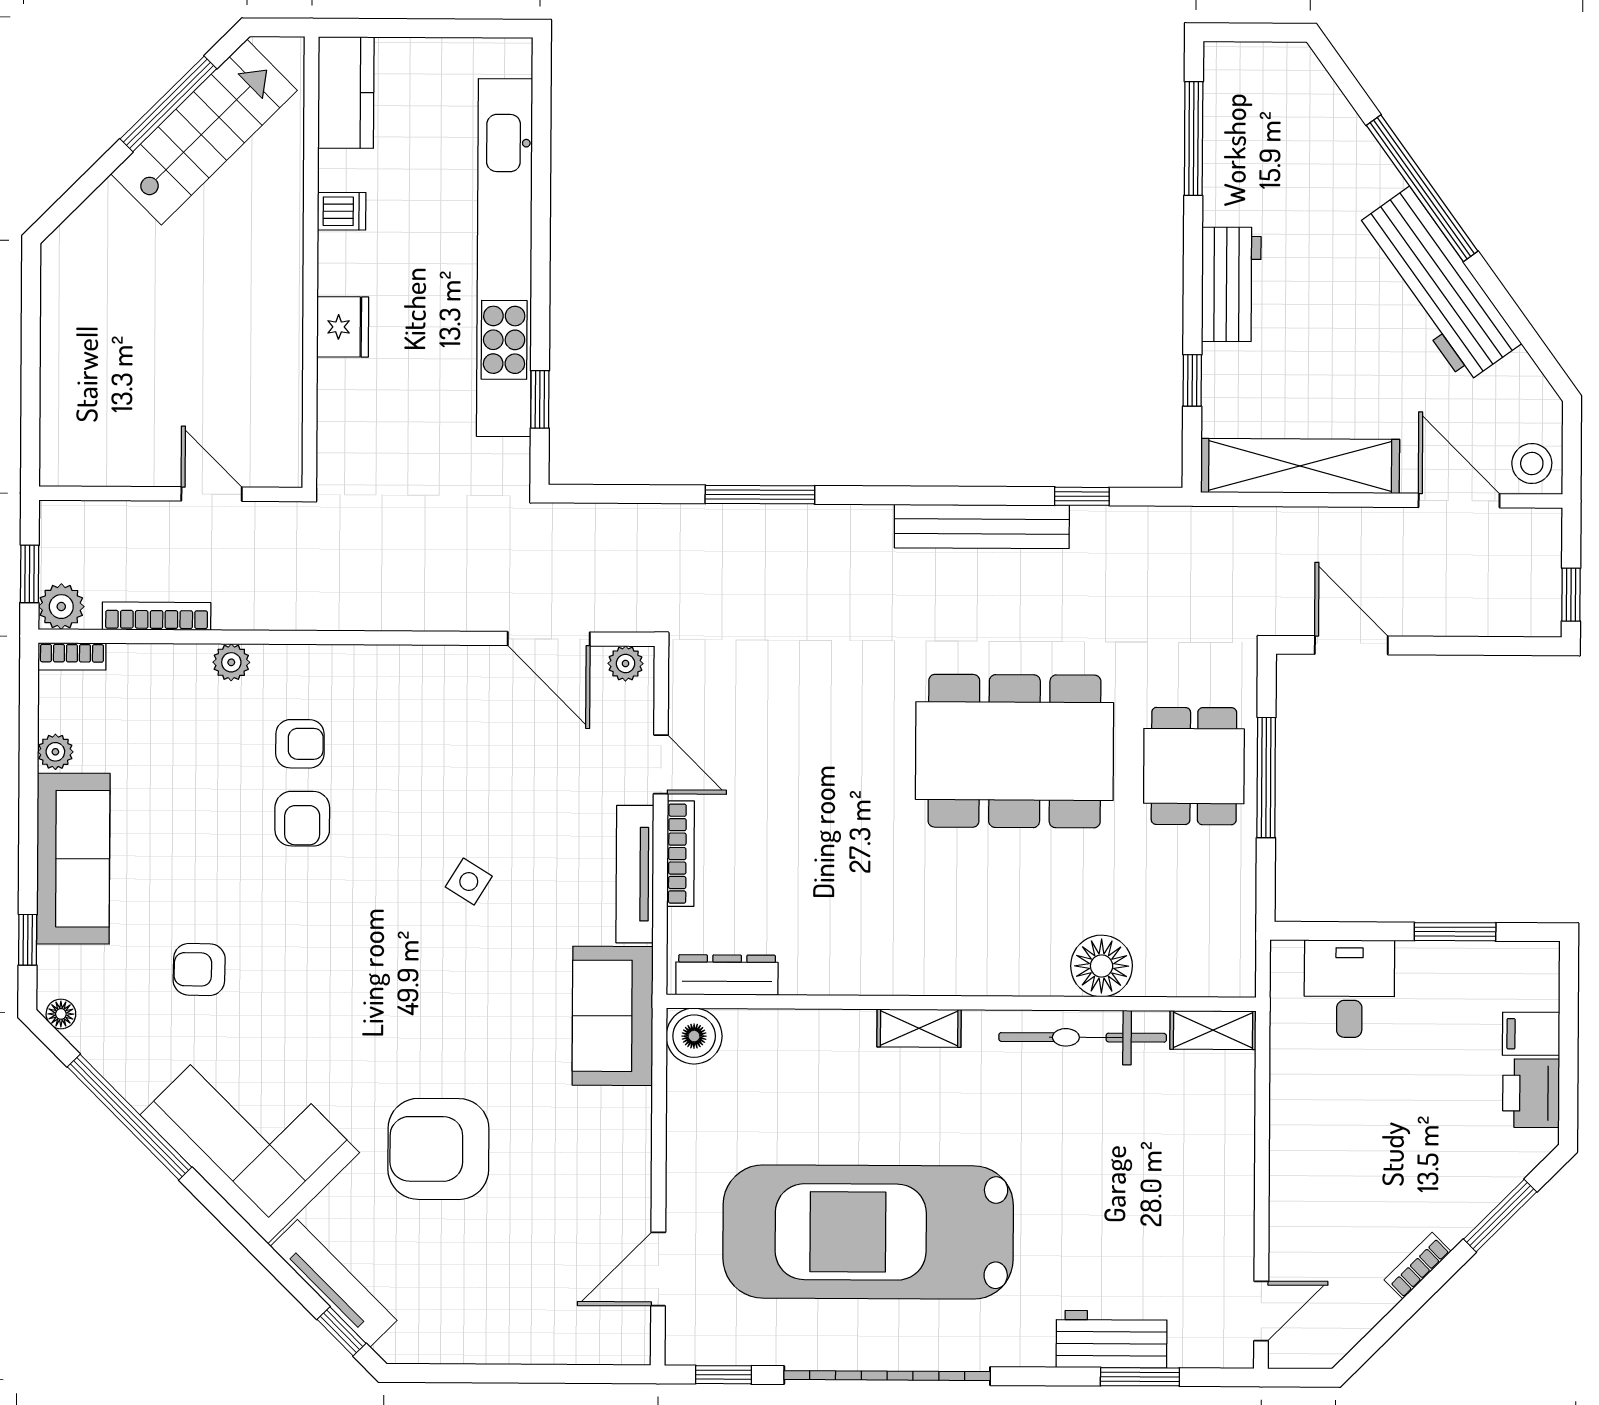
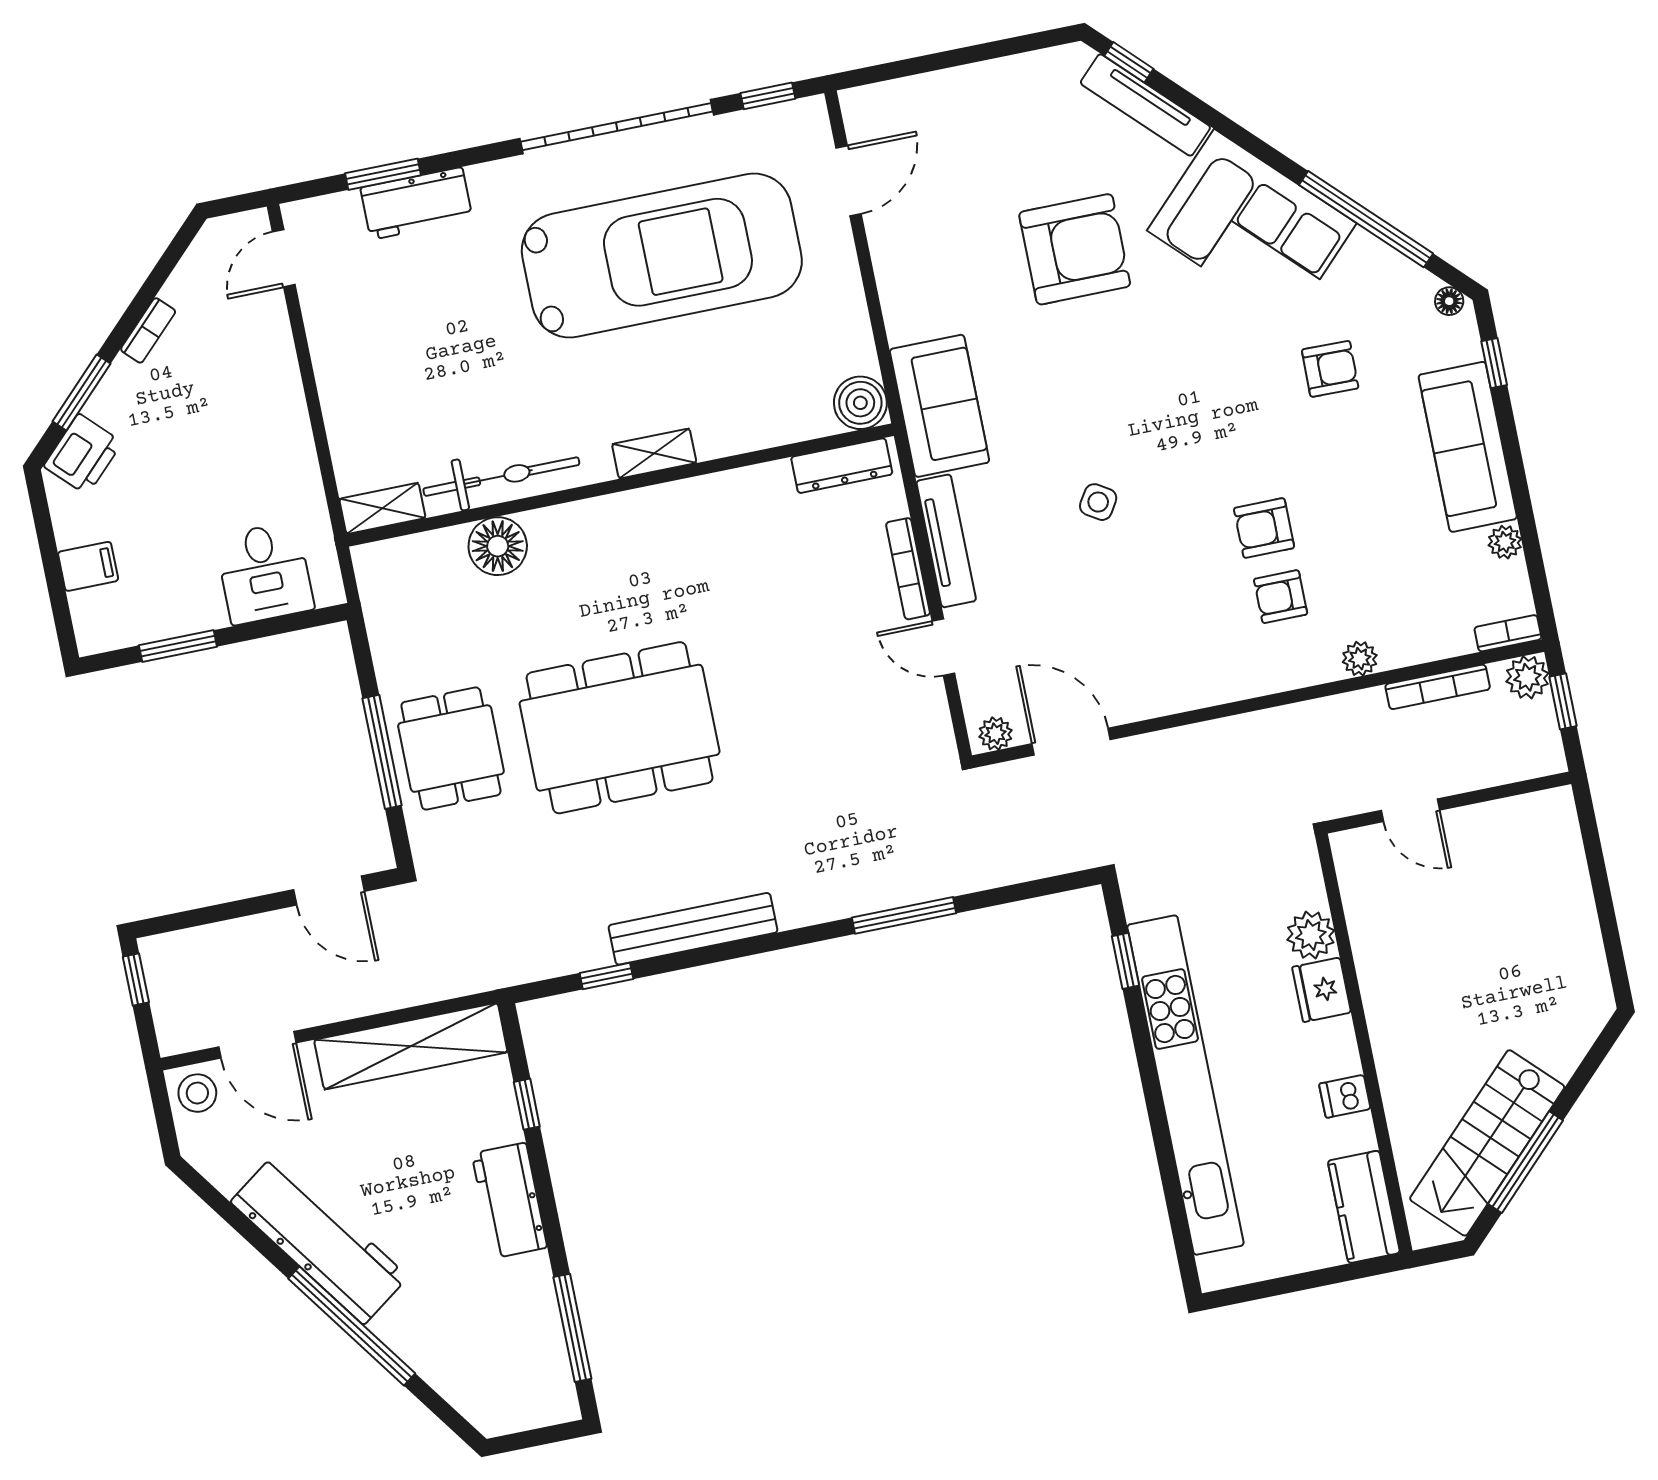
plant: (342, 386) -> (1311, 935), added
armchair: (302, 819) -> (1264, 528), turned -90
printer: (1531, 1093) -> (83, 454), moved, turned 45

